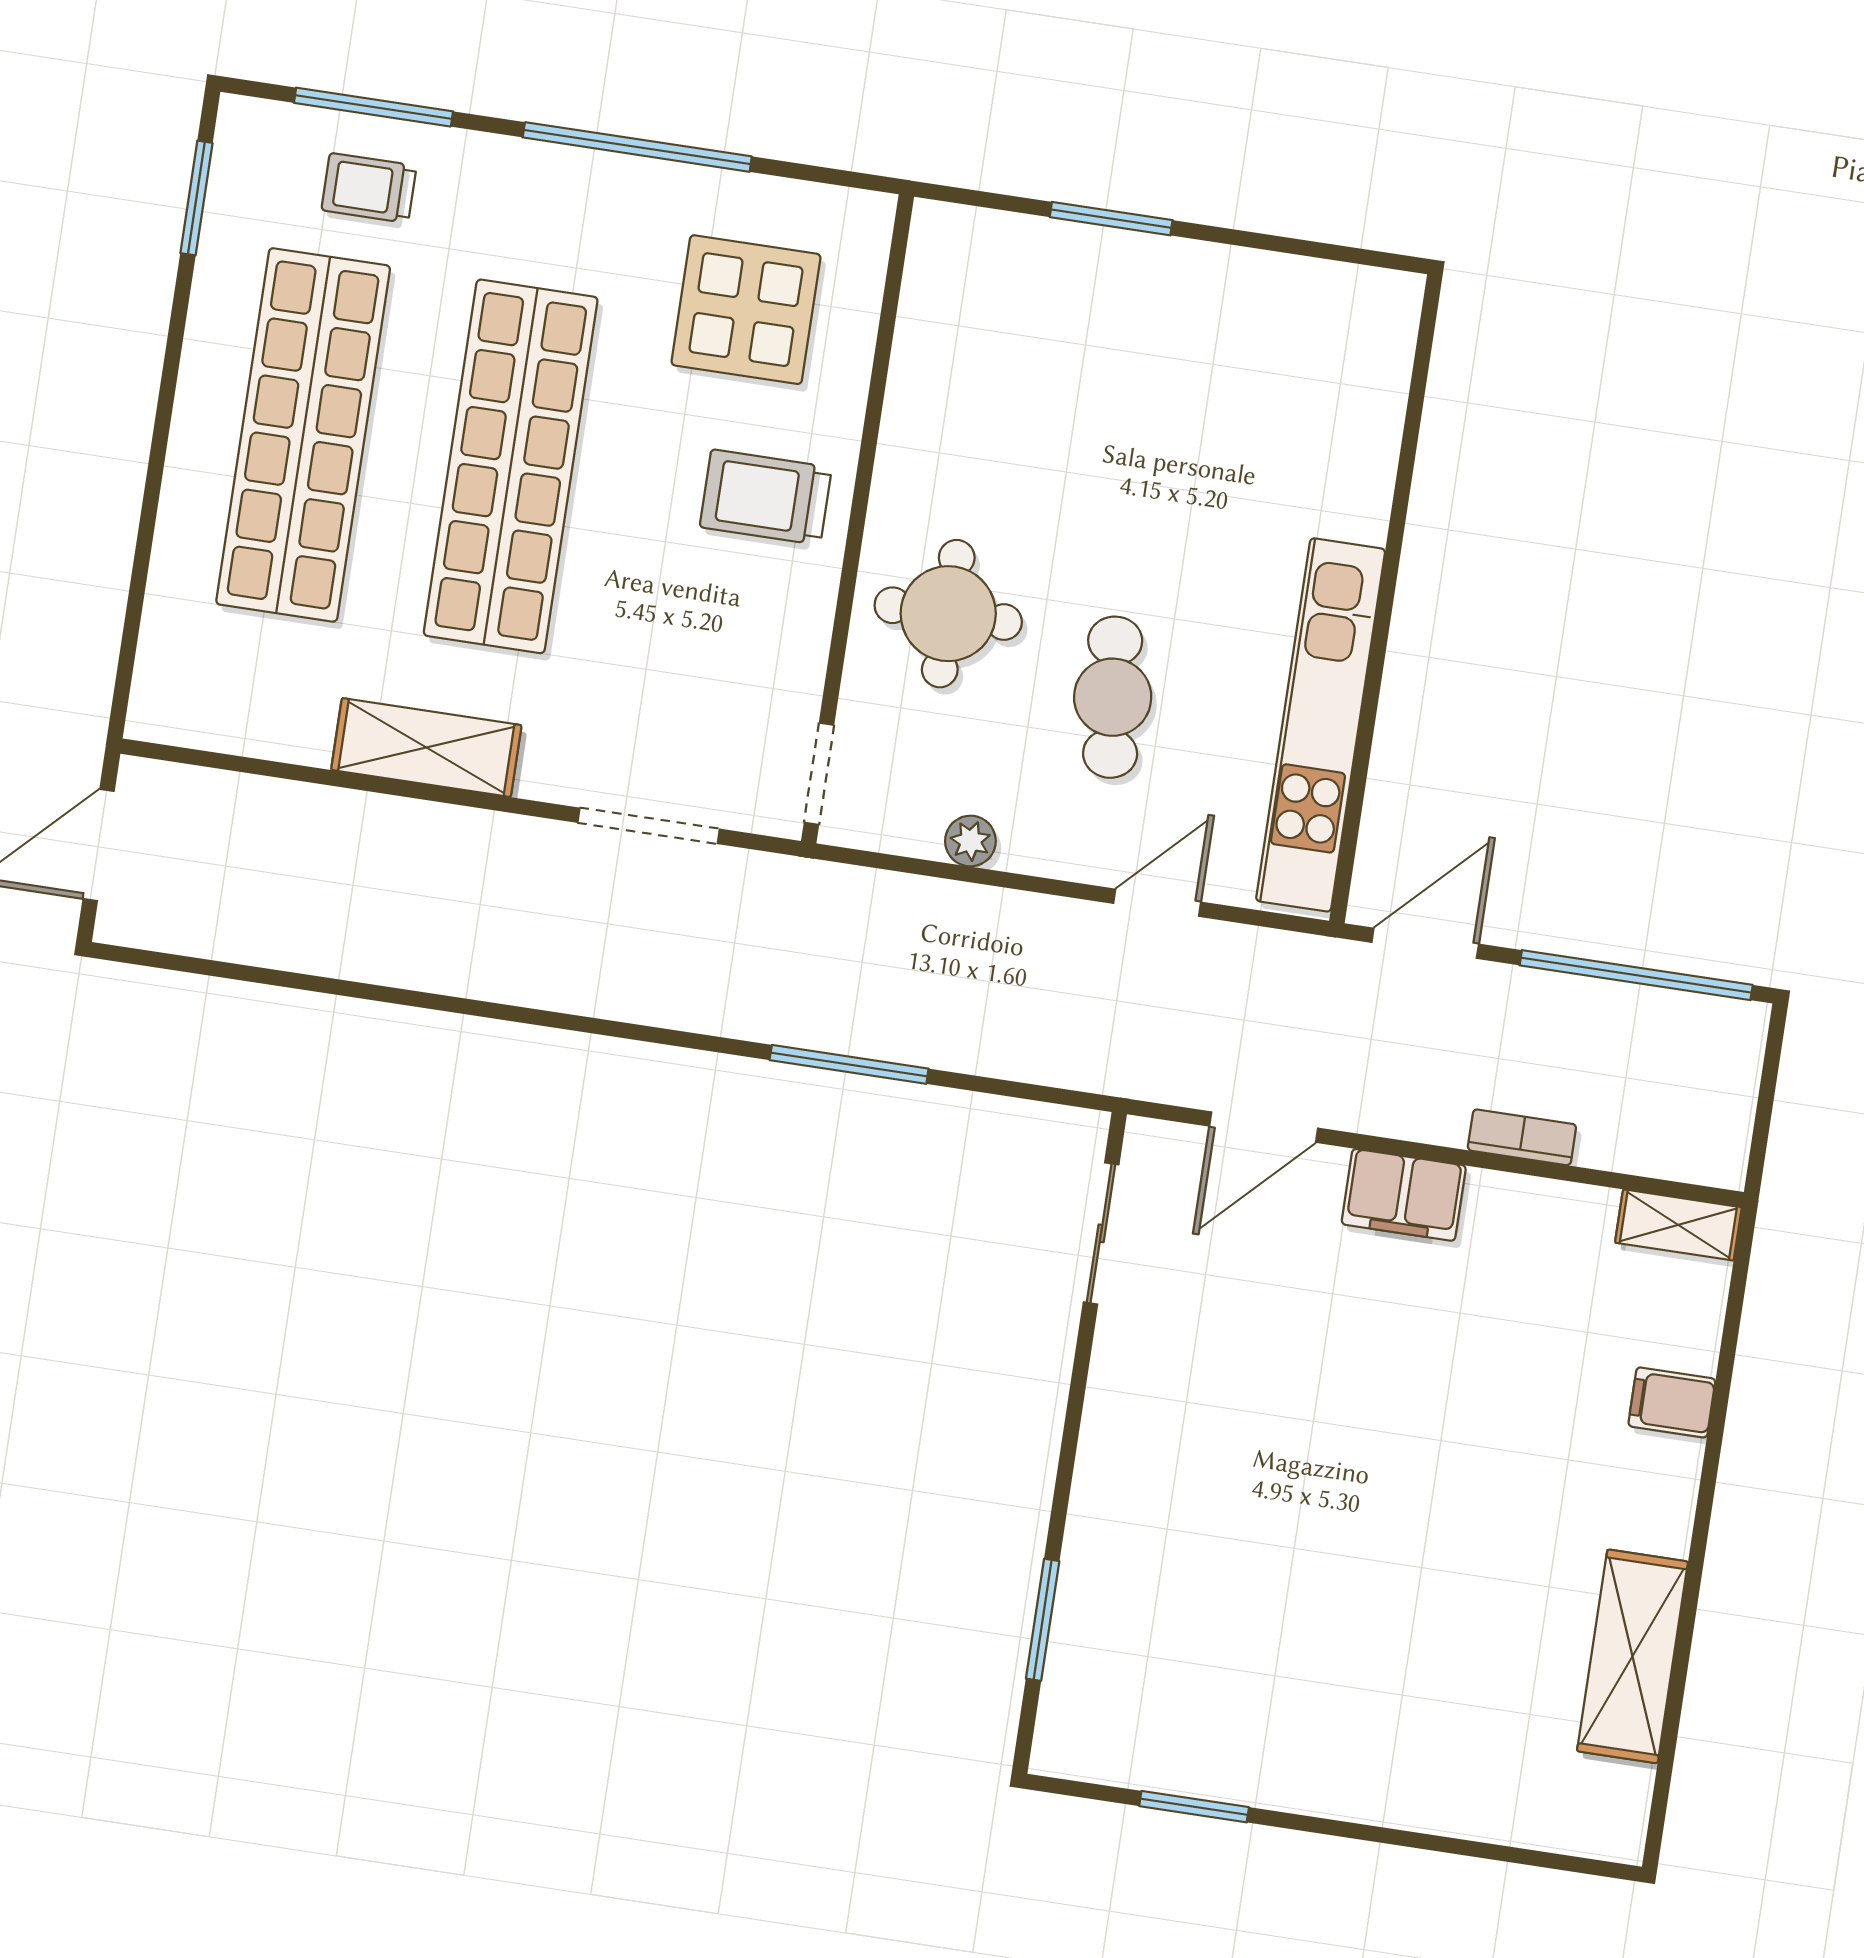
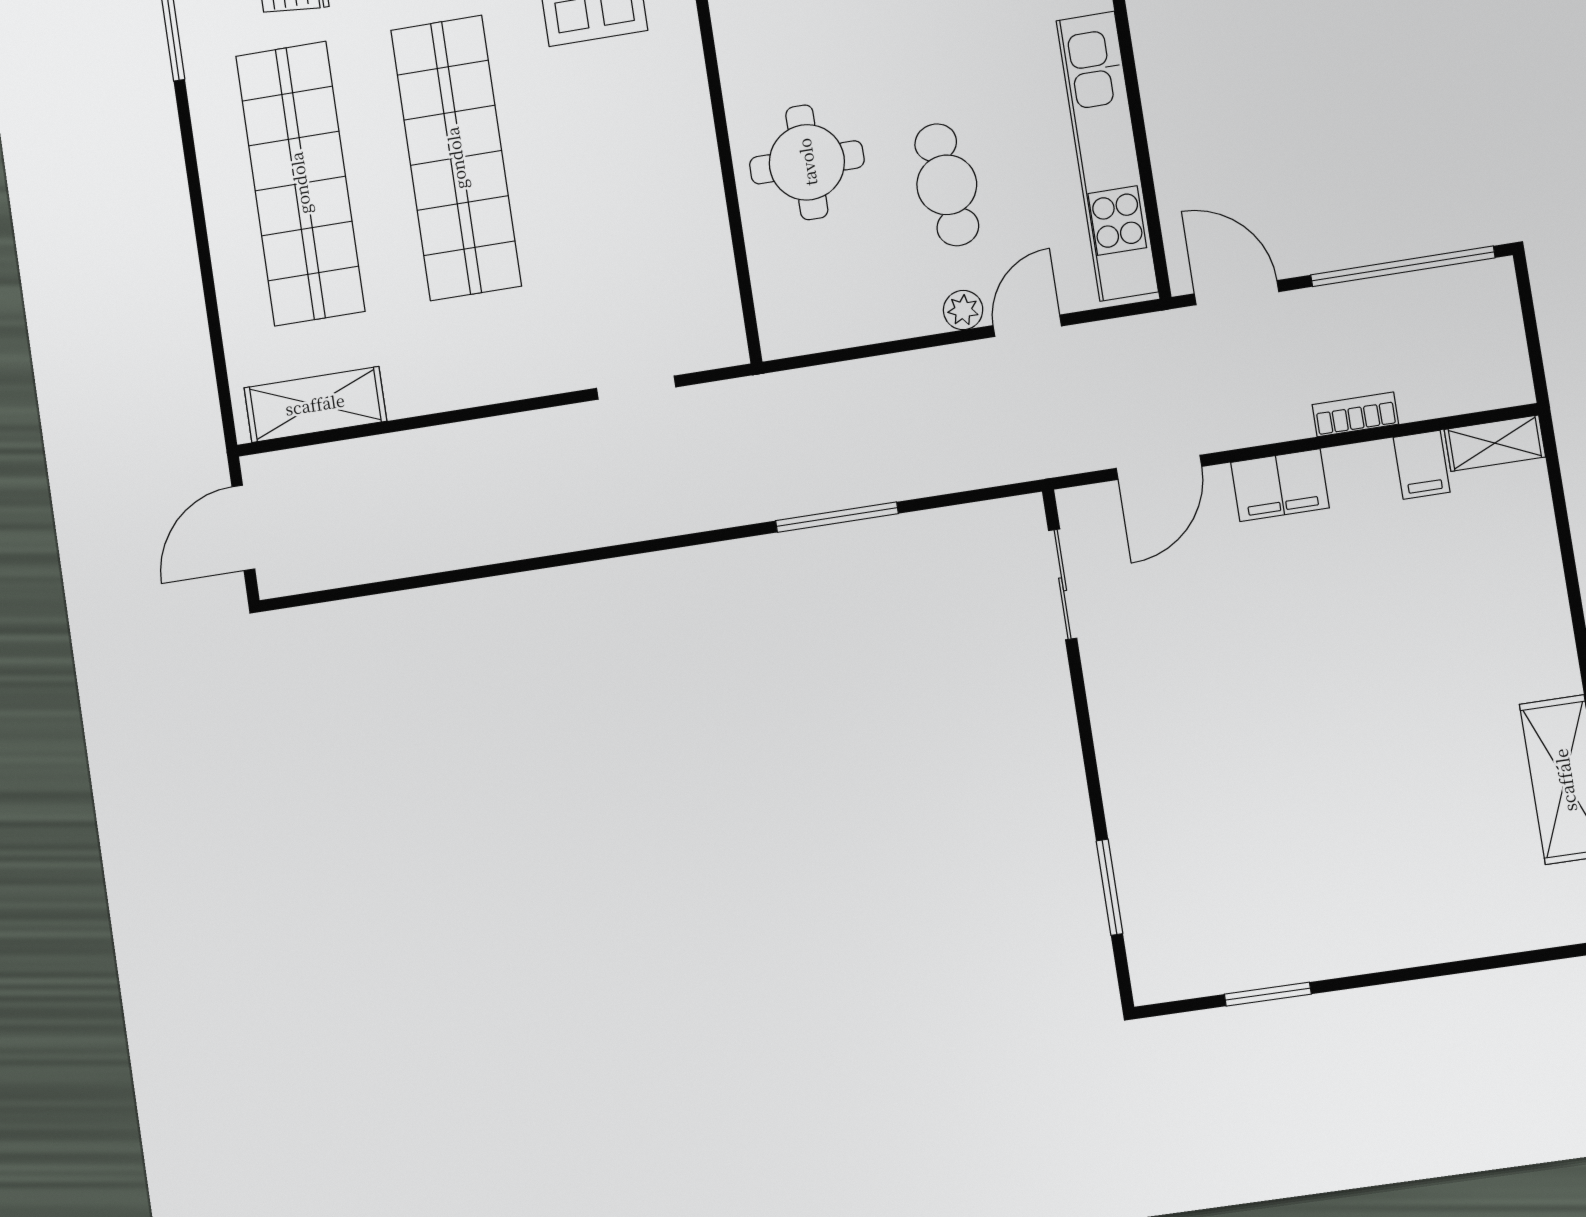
trolley: (766, 497) -> (647, 120), removed
shelving: (426, 748) -> (315, 404), moved
doorway: (819, 774) -> (749, 310), removed
doorway: (649, 826) -> (636, 388), width x0.73
plant: (970, 841) -> (963, 310), moved
door: (1425, 943) -> (1236, 293), hinge flipped
filing cabinet: (1672, 1402) -> (1422, 465), moved, turned -90

